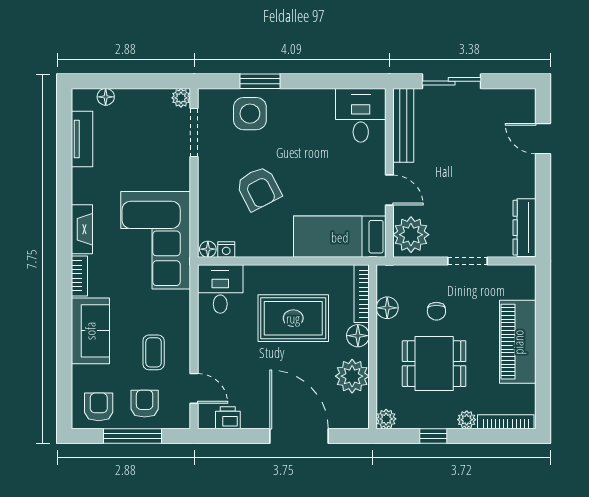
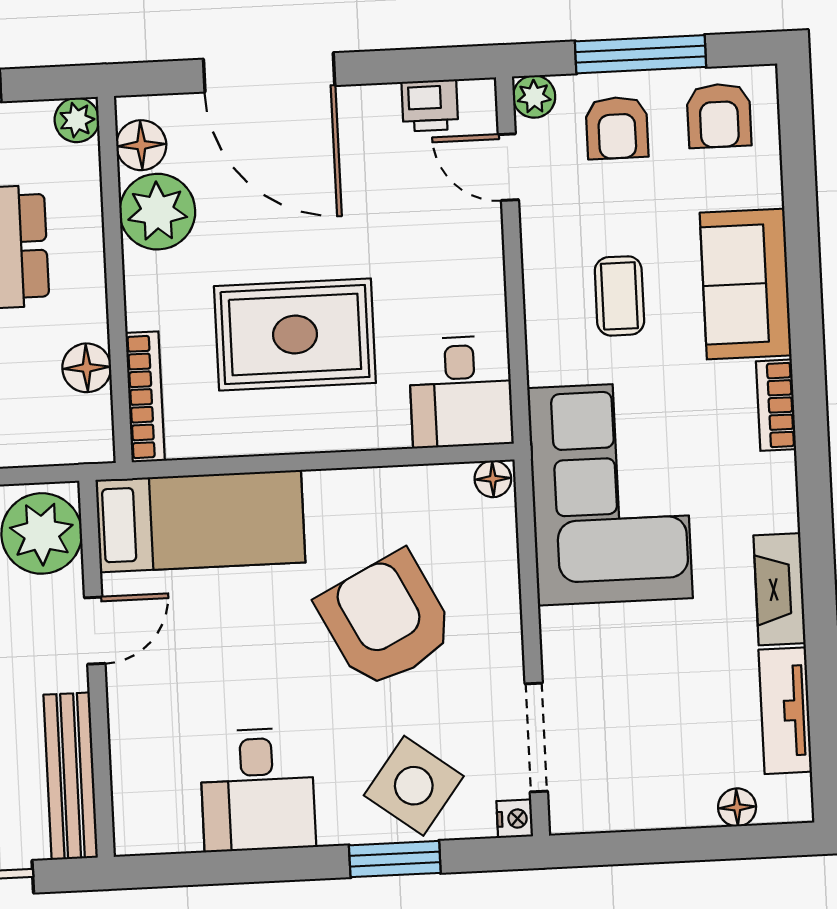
plant: (181, 98) -> (534, 97), moved
side table: (250, 114) -> (414, 786), turned 37
desk: (361, 115) -> (258, 790), moved
armchair: (259, 188) -> (386, 620), width x1.36, depth x1.36
door: (389, 190) -> (95, 631), swing flipped
fireplace: (82, 229) -> (780, 589), moved
nightstand: (226, 250) -> (515, 819), moved, turned 90
floor lamp: (358, 336) -> (141, 145), moved
coffee table: (154, 352) -> (619, 296), moved

